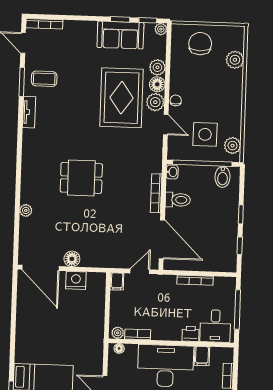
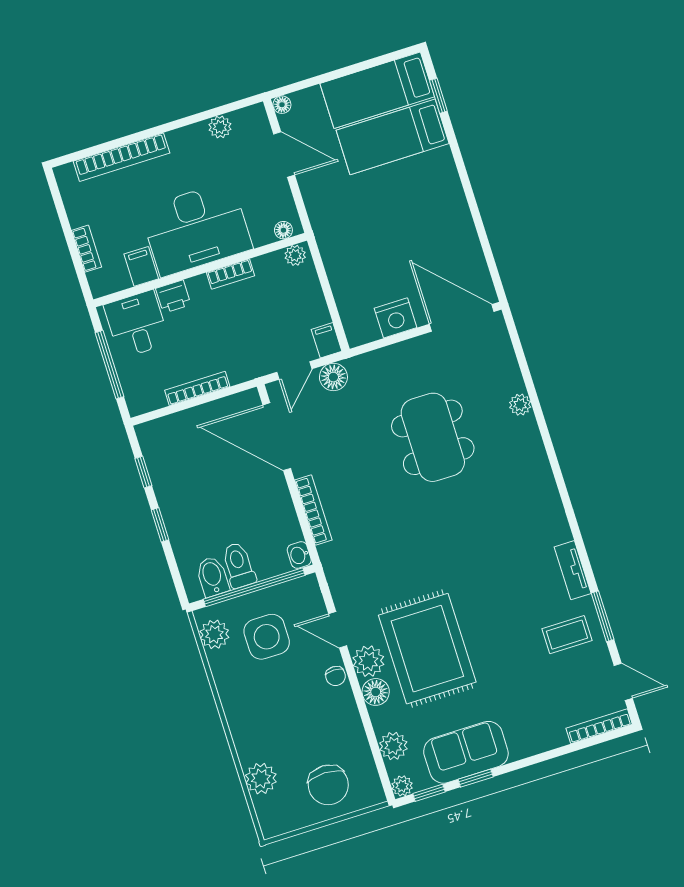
plant: (157, 67) -> (393, 746), moved
dining table: (81, 178) -> (433, 437), moved, width x1.38
toilet: (178, 200) -> (239, 565), moved, turned 90
floor lamp: (72, 259) -> (333, 377), moved
bookcase: (138, 334) -> (230, 274), moved

